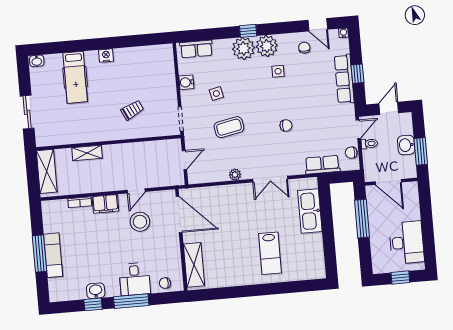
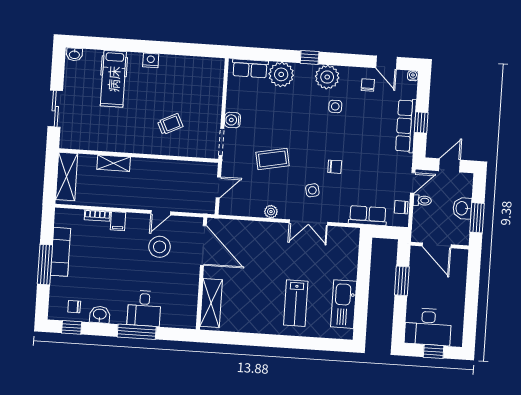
plant: (243, 48) -> (281, 74), moved
water cooler: (186, 82) -> (232, 120), moved
side table: (216, 94) -> (312, 190), moved
filing cabinet: (105, 204) -> (118, 221), width x0.50
kitchen sink: (310, 211) -> (344, 304), moved
window: (362, 219) -> (402, 281), width x0.69
desk: (407, 242) -> (428, 327), moved, turned 90
exam couch: (53, 255) -> (61, 252), moved
chair: (165, 283) -> (74, 307), moved
window: (93, 304) -> (72, 327), moved

